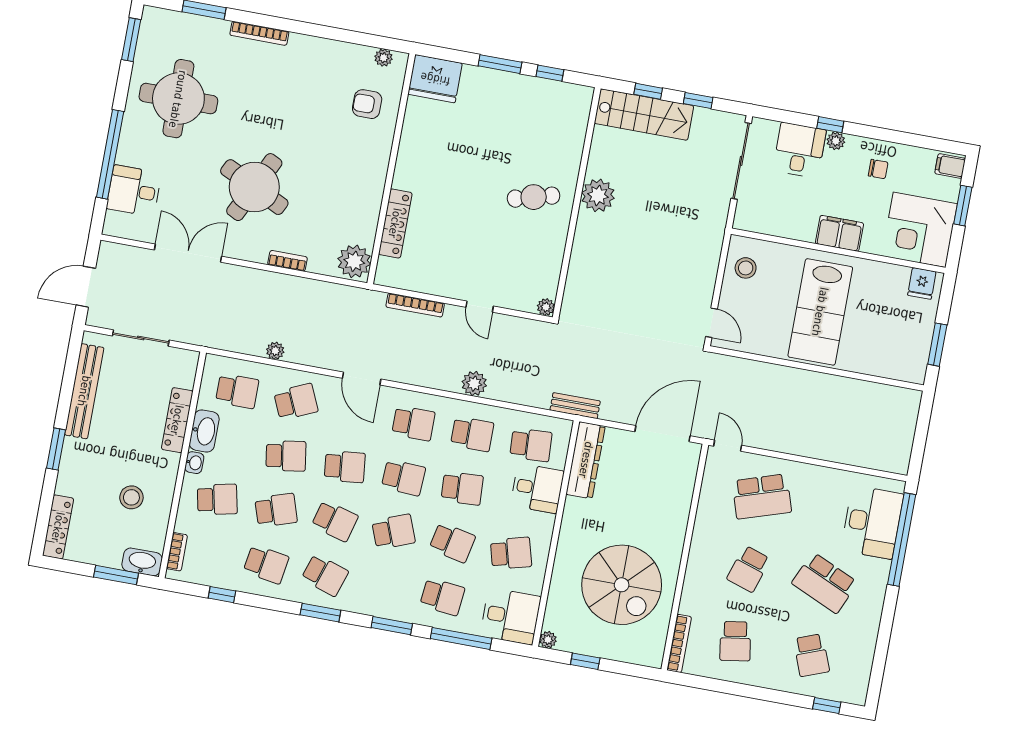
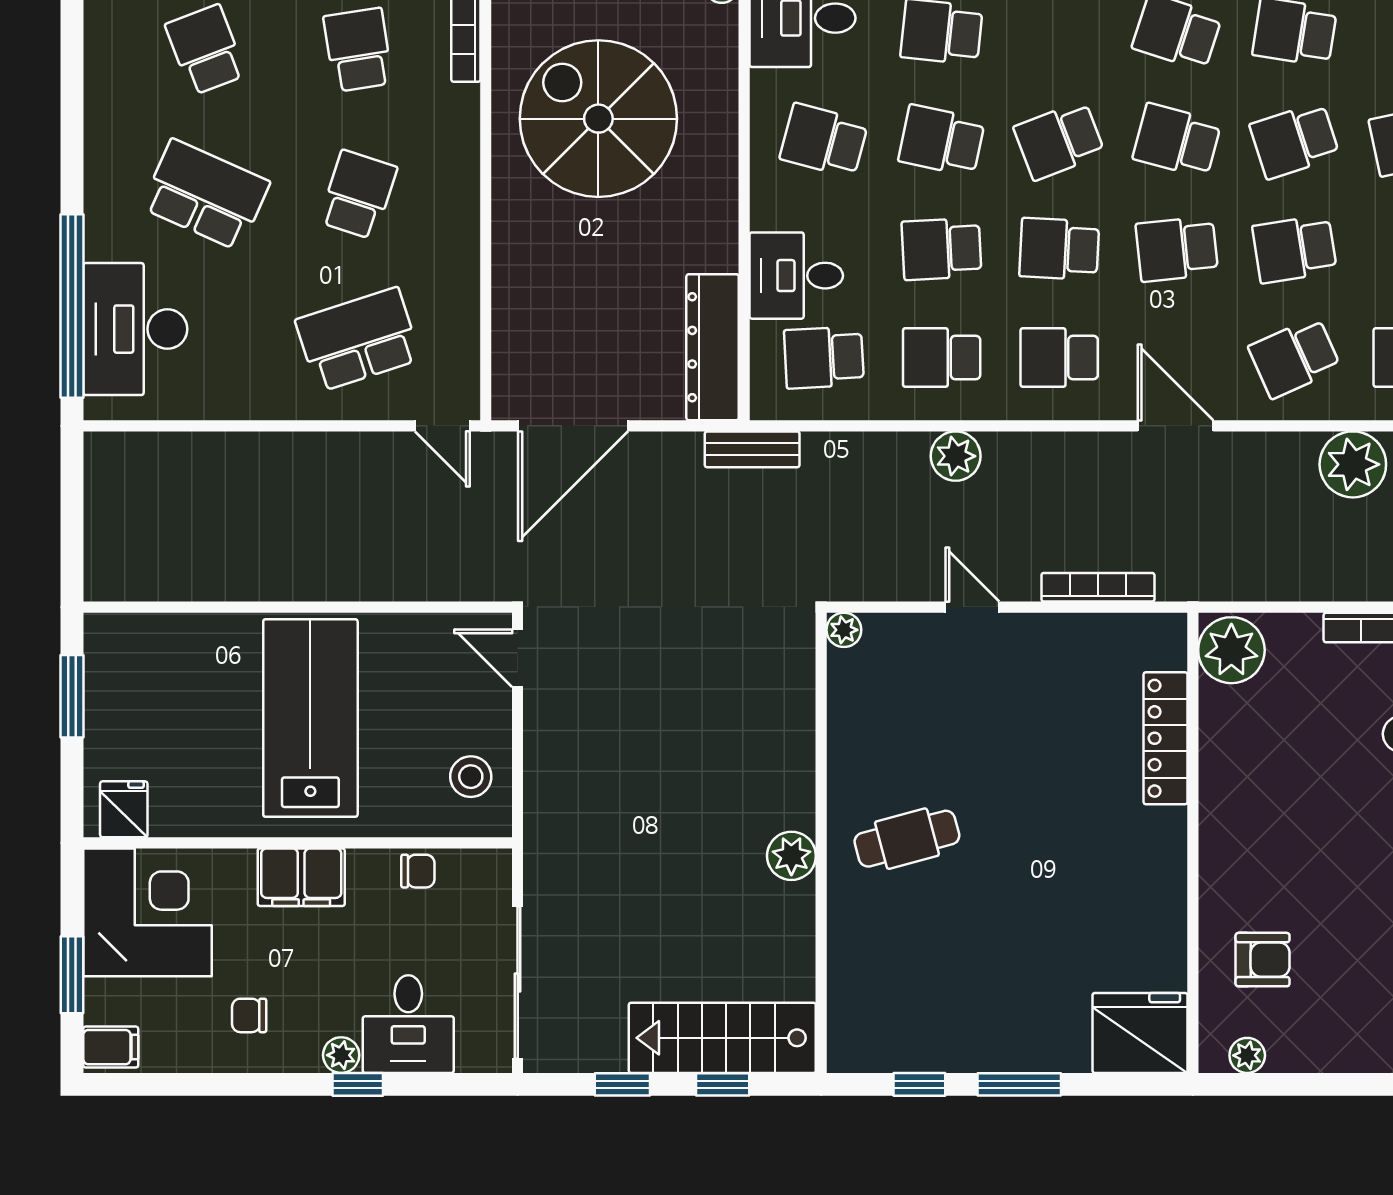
plant: (598, 195) -> (791, 856), width x0.73, depth x0.73
chair: (781, 226) -> (418, 871), added
plant: (275, 351) -> (1353, 464), width x1.87, depth x1.87
school desk: (511, 553) -> (824, 140), turned 30

